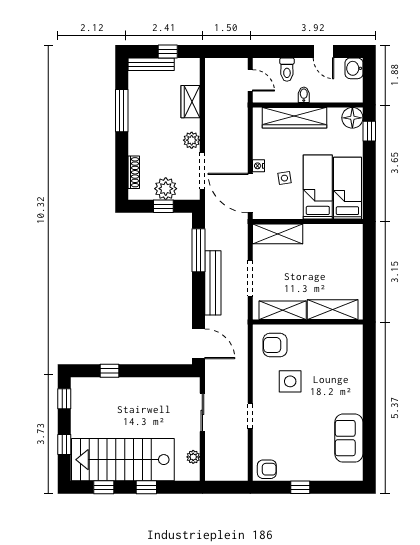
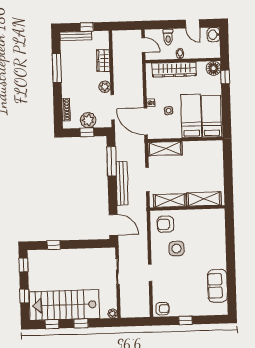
plant: (193, 457) -> (113, 314), moved

